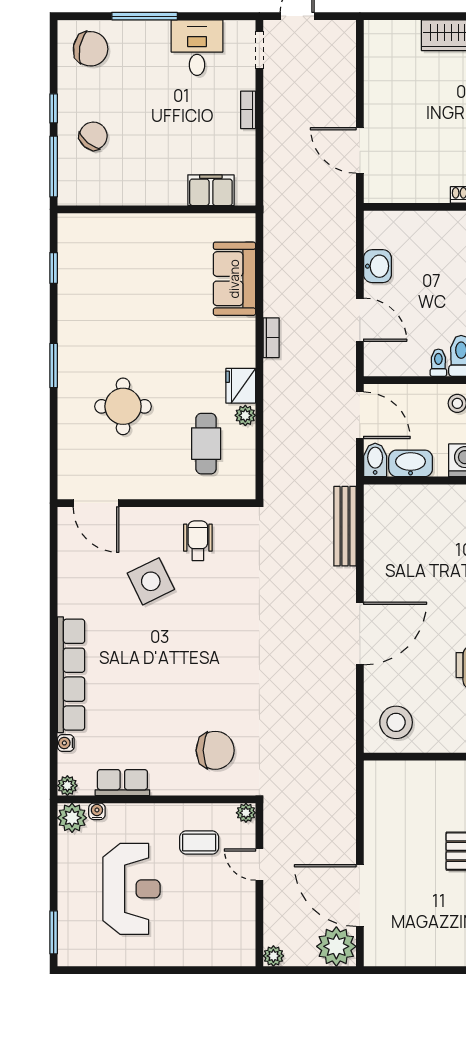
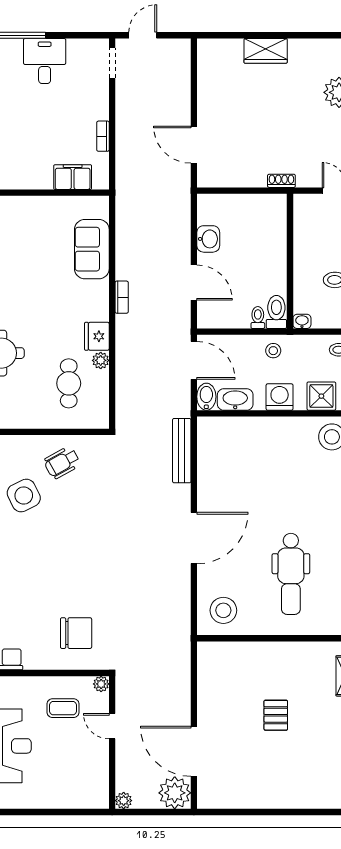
desk: (197, 48) -> (45, 61), moved
bookcase: (248, 110) -> (103, 136), moved
wheelchair: (198, 541) -> (62, 462), turned -119

